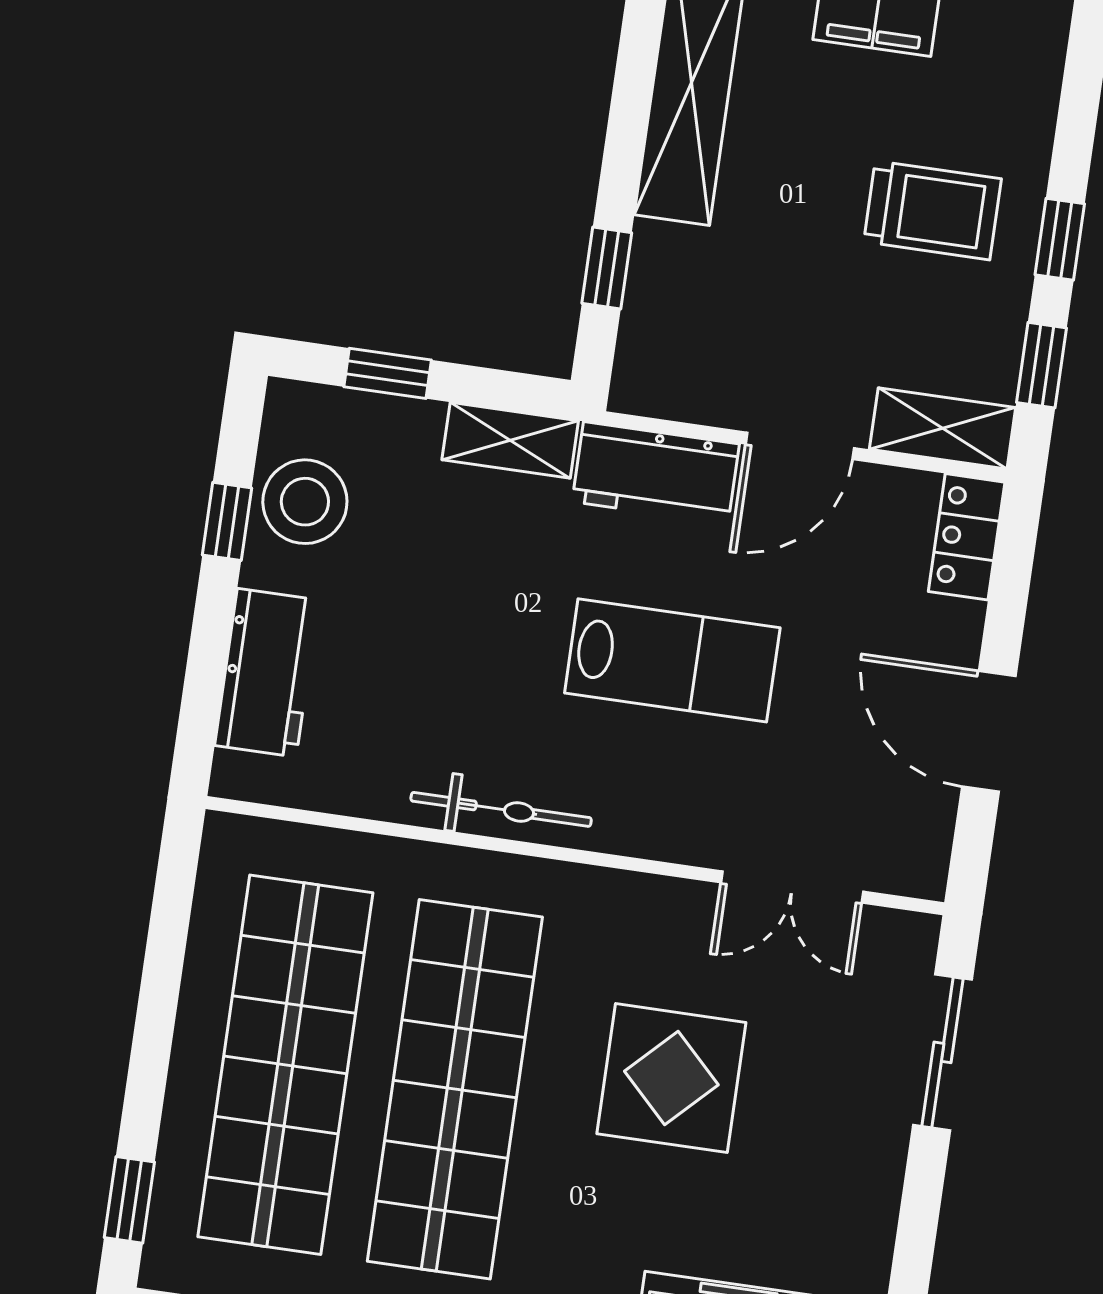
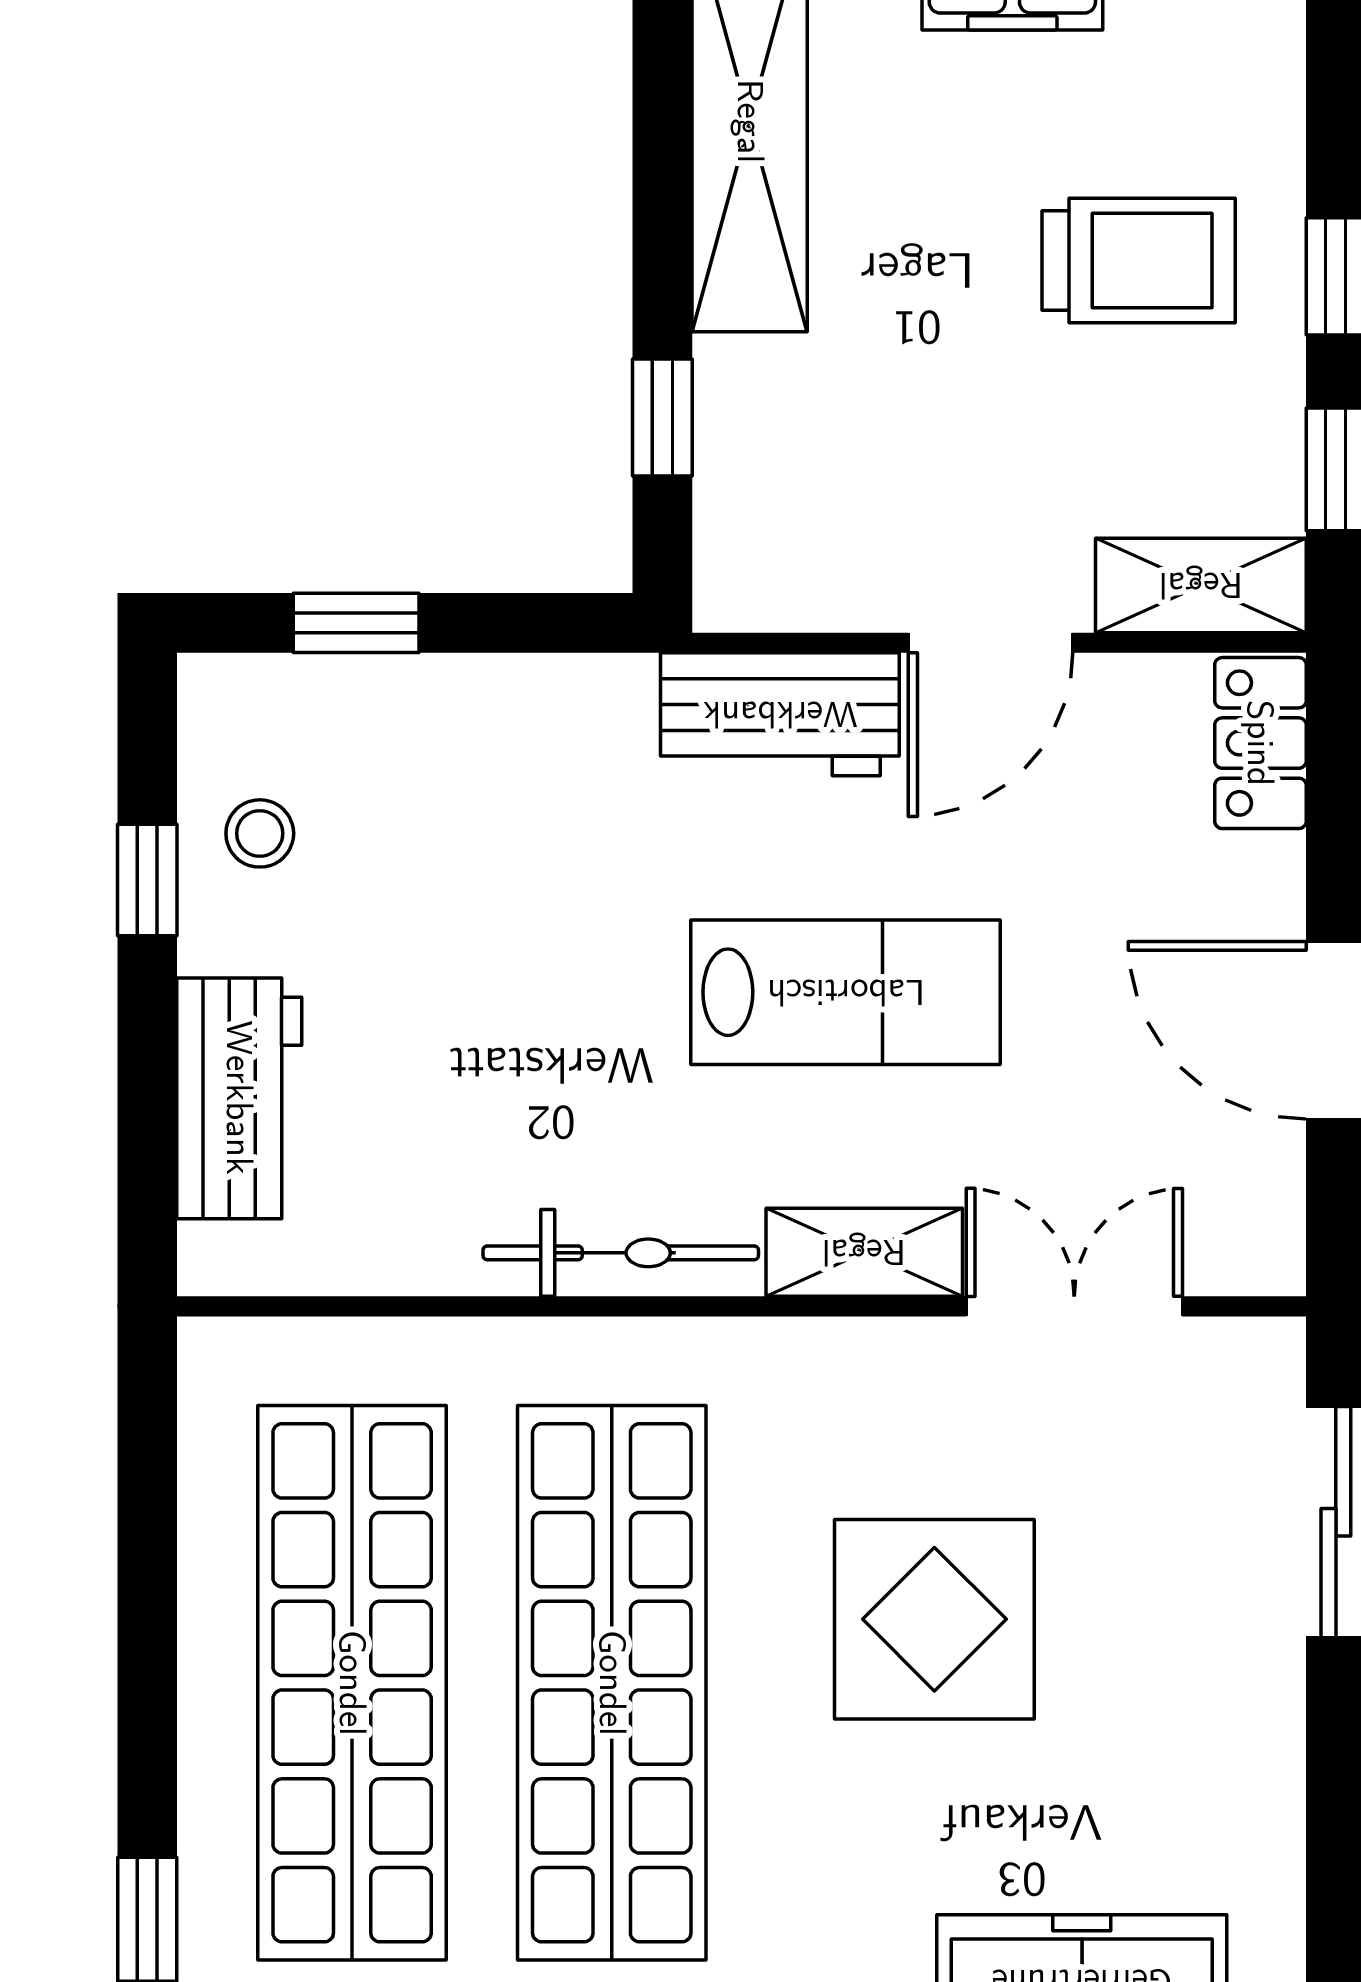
shelving: (510, 440) -> (864, 1252), moved
stool: (305, 502) -> (260, 833), width x0.53, depth x0.53
double door: (792, 887) -> (1074, 1306), swing flipped

